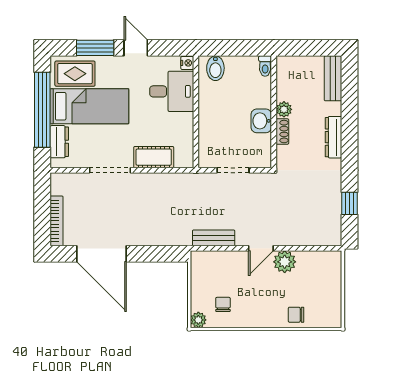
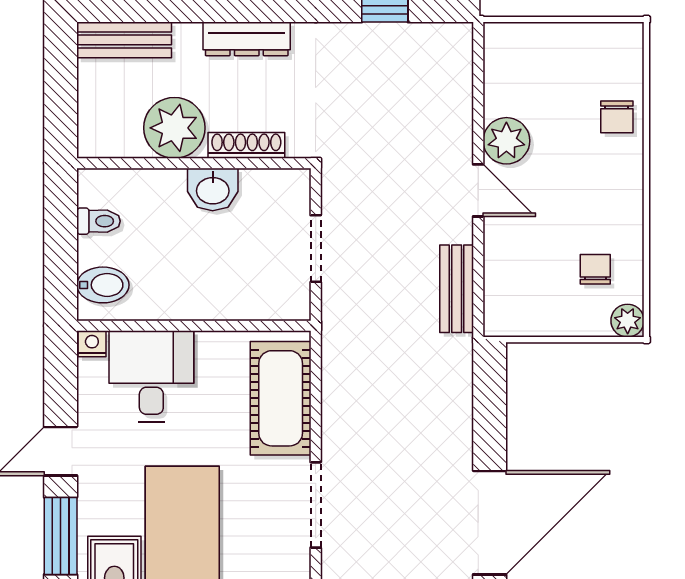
toilet: (265, 66) -> (99, 221), moved
plant: (284, 109) -> (174, 128), width x1.87, depth x1.87
shoe rack: (282, 132) -> (246, 145), width x1.43
cot: (154, 157) -> (281, 398), width x1.37, depth x1.34
chair: (223, 304) -> (595, 269), turned 90

